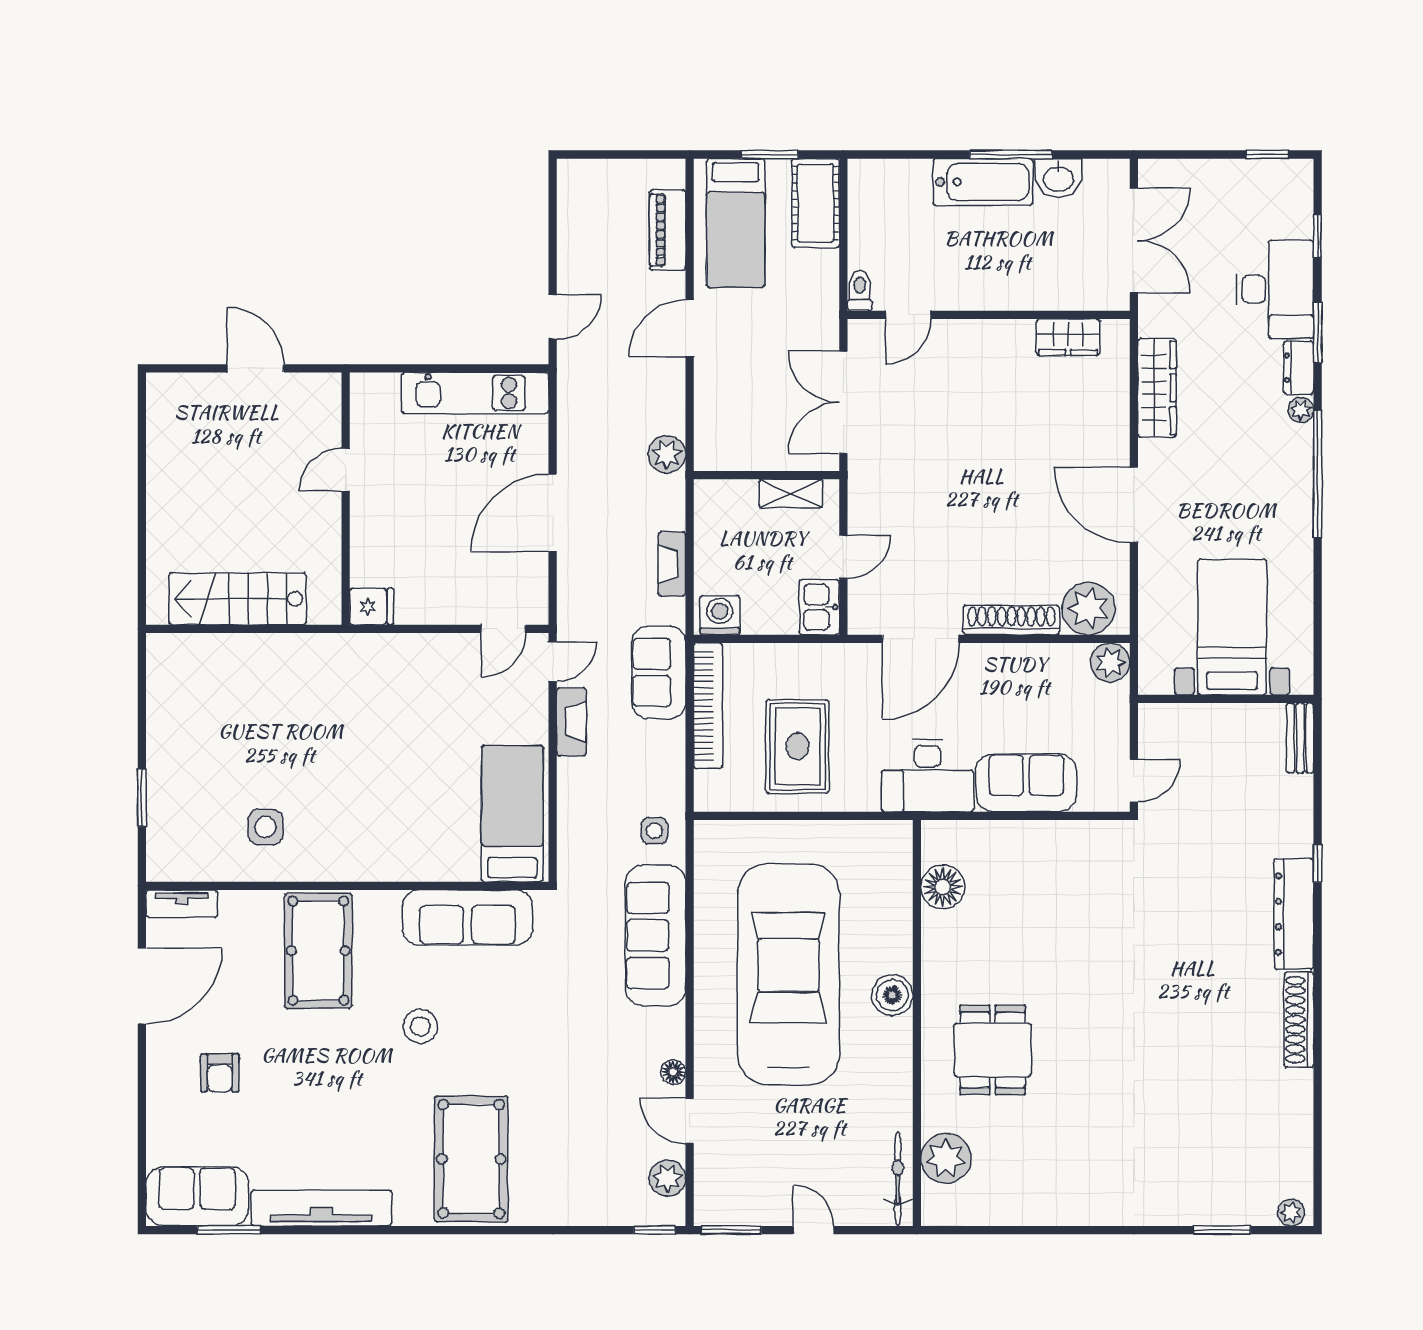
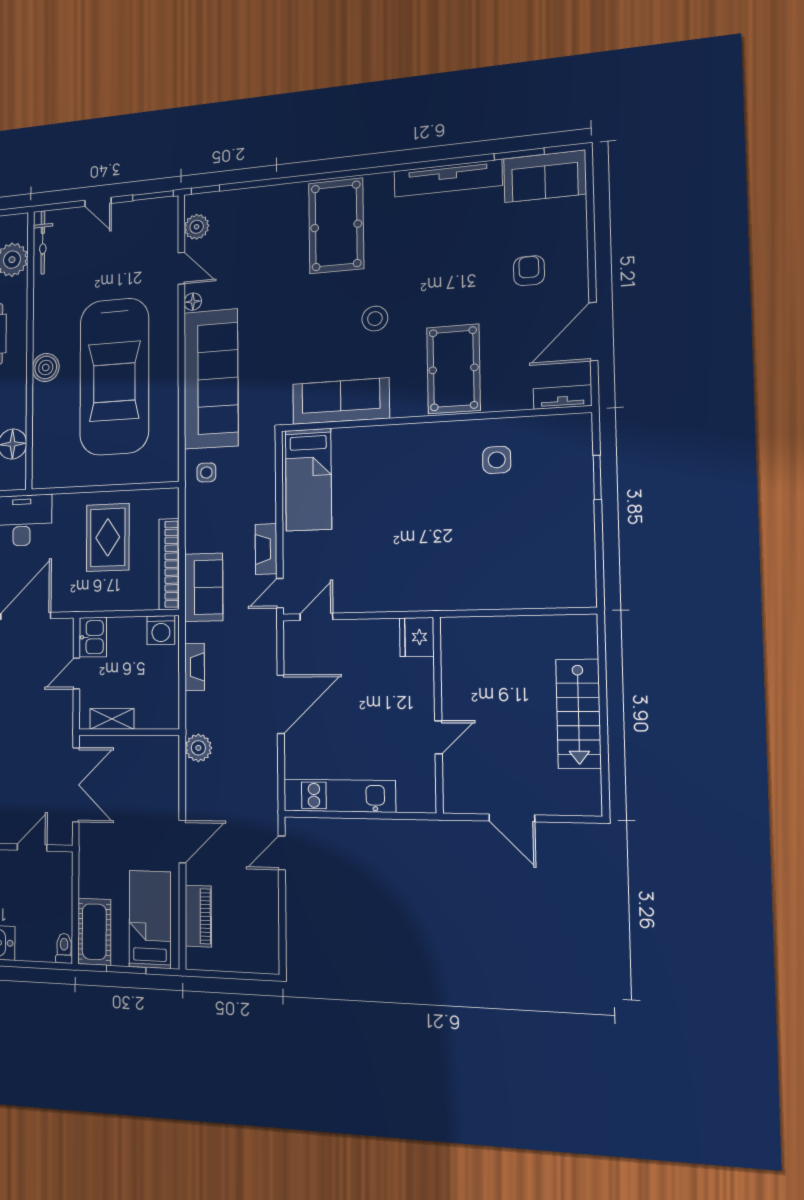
toilet: (860, 291) -> (64, 948), moved, turned 180
stairs: (238, 599) -> (578, 714), moved, turned 90
fridge: (371, 606) -> (417, 637), width x1.38
sofa: (656, 935) -> (211, 379), width x1.36, depth x1.27

